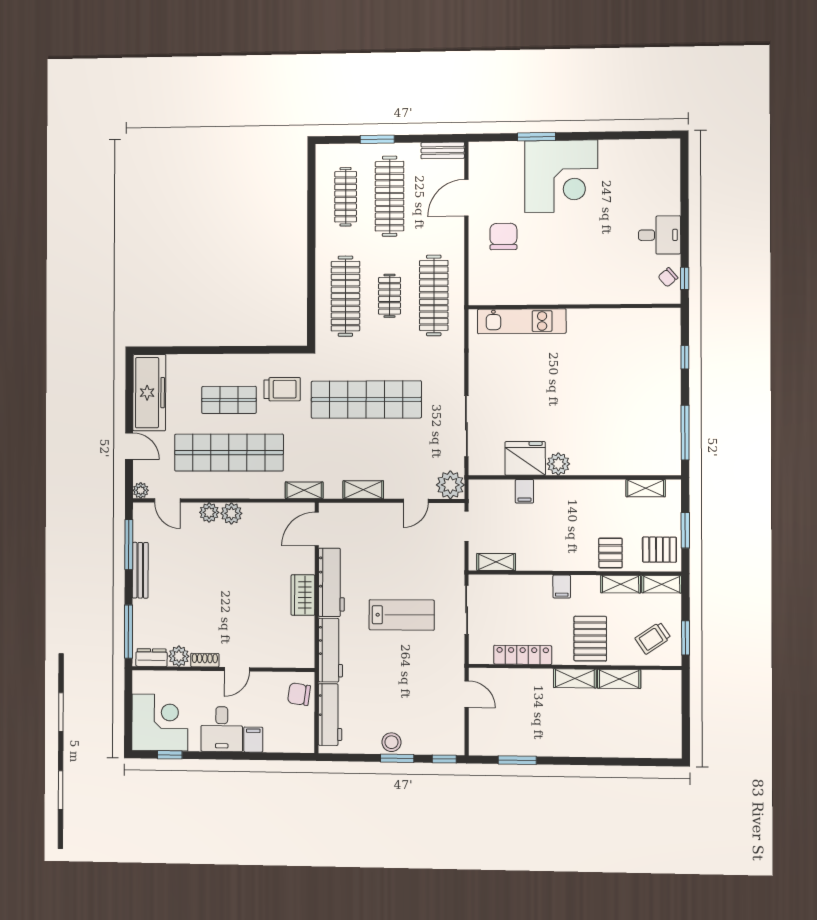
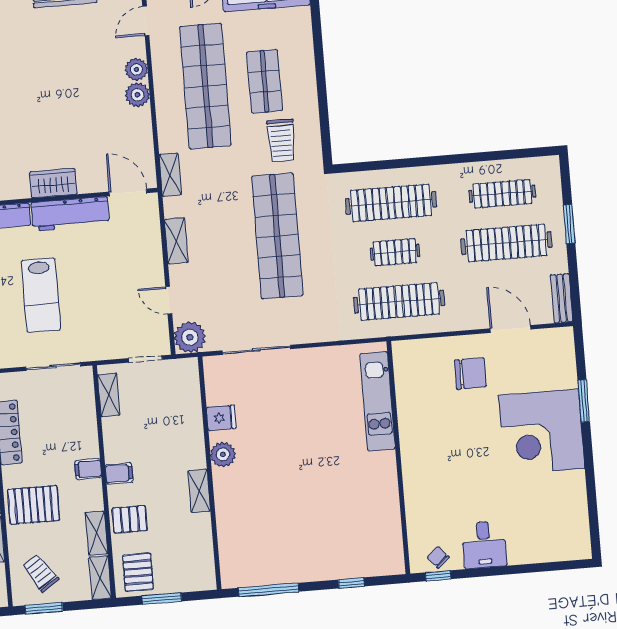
fridge: (525, 458) -> (221, 418), width x0.53, depth x0.75
shelving: (646, 488) -> (199, 491), moved
filing cabinet: (524, 491) -> (119, 473), moved, turned 180

